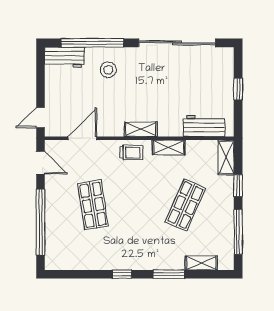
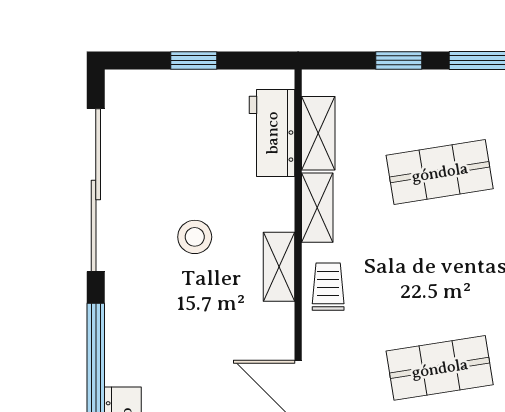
stool: (108, 70) -> (195, 237), moved
shelving: (226, 157) -> (318, 133), moved, turned 90
shop shelf: (185, 205) -> (440, 172), turned -33

